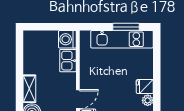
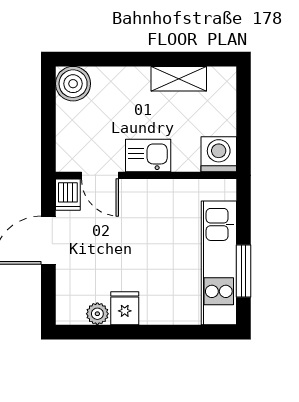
kitchen sink: (68, 61) -> (148, 156), moved
shelving: (29, 89) -> (179, 79), moved

